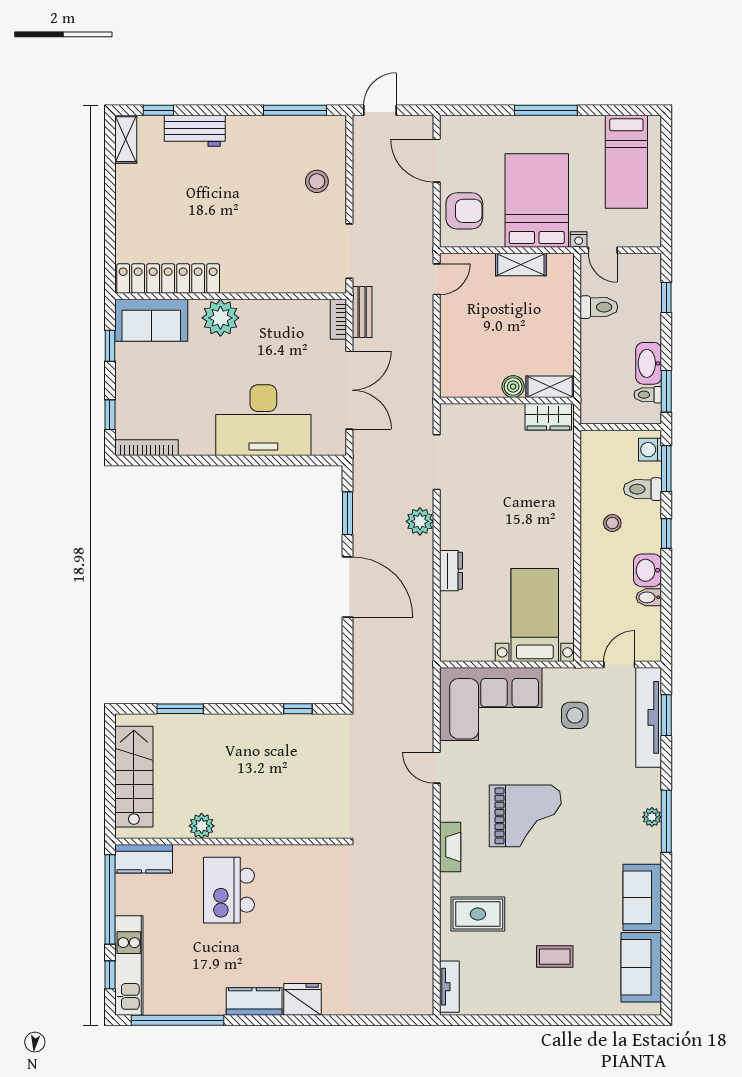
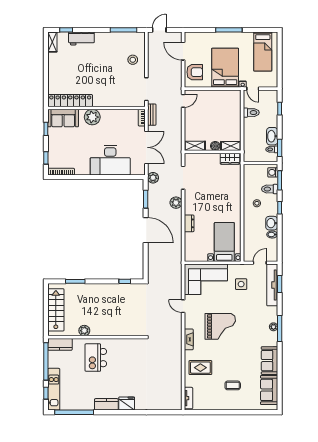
shelving: (521, 264) -> (195, 146), moved
plant: (365, 462) -> (153, 178), added

